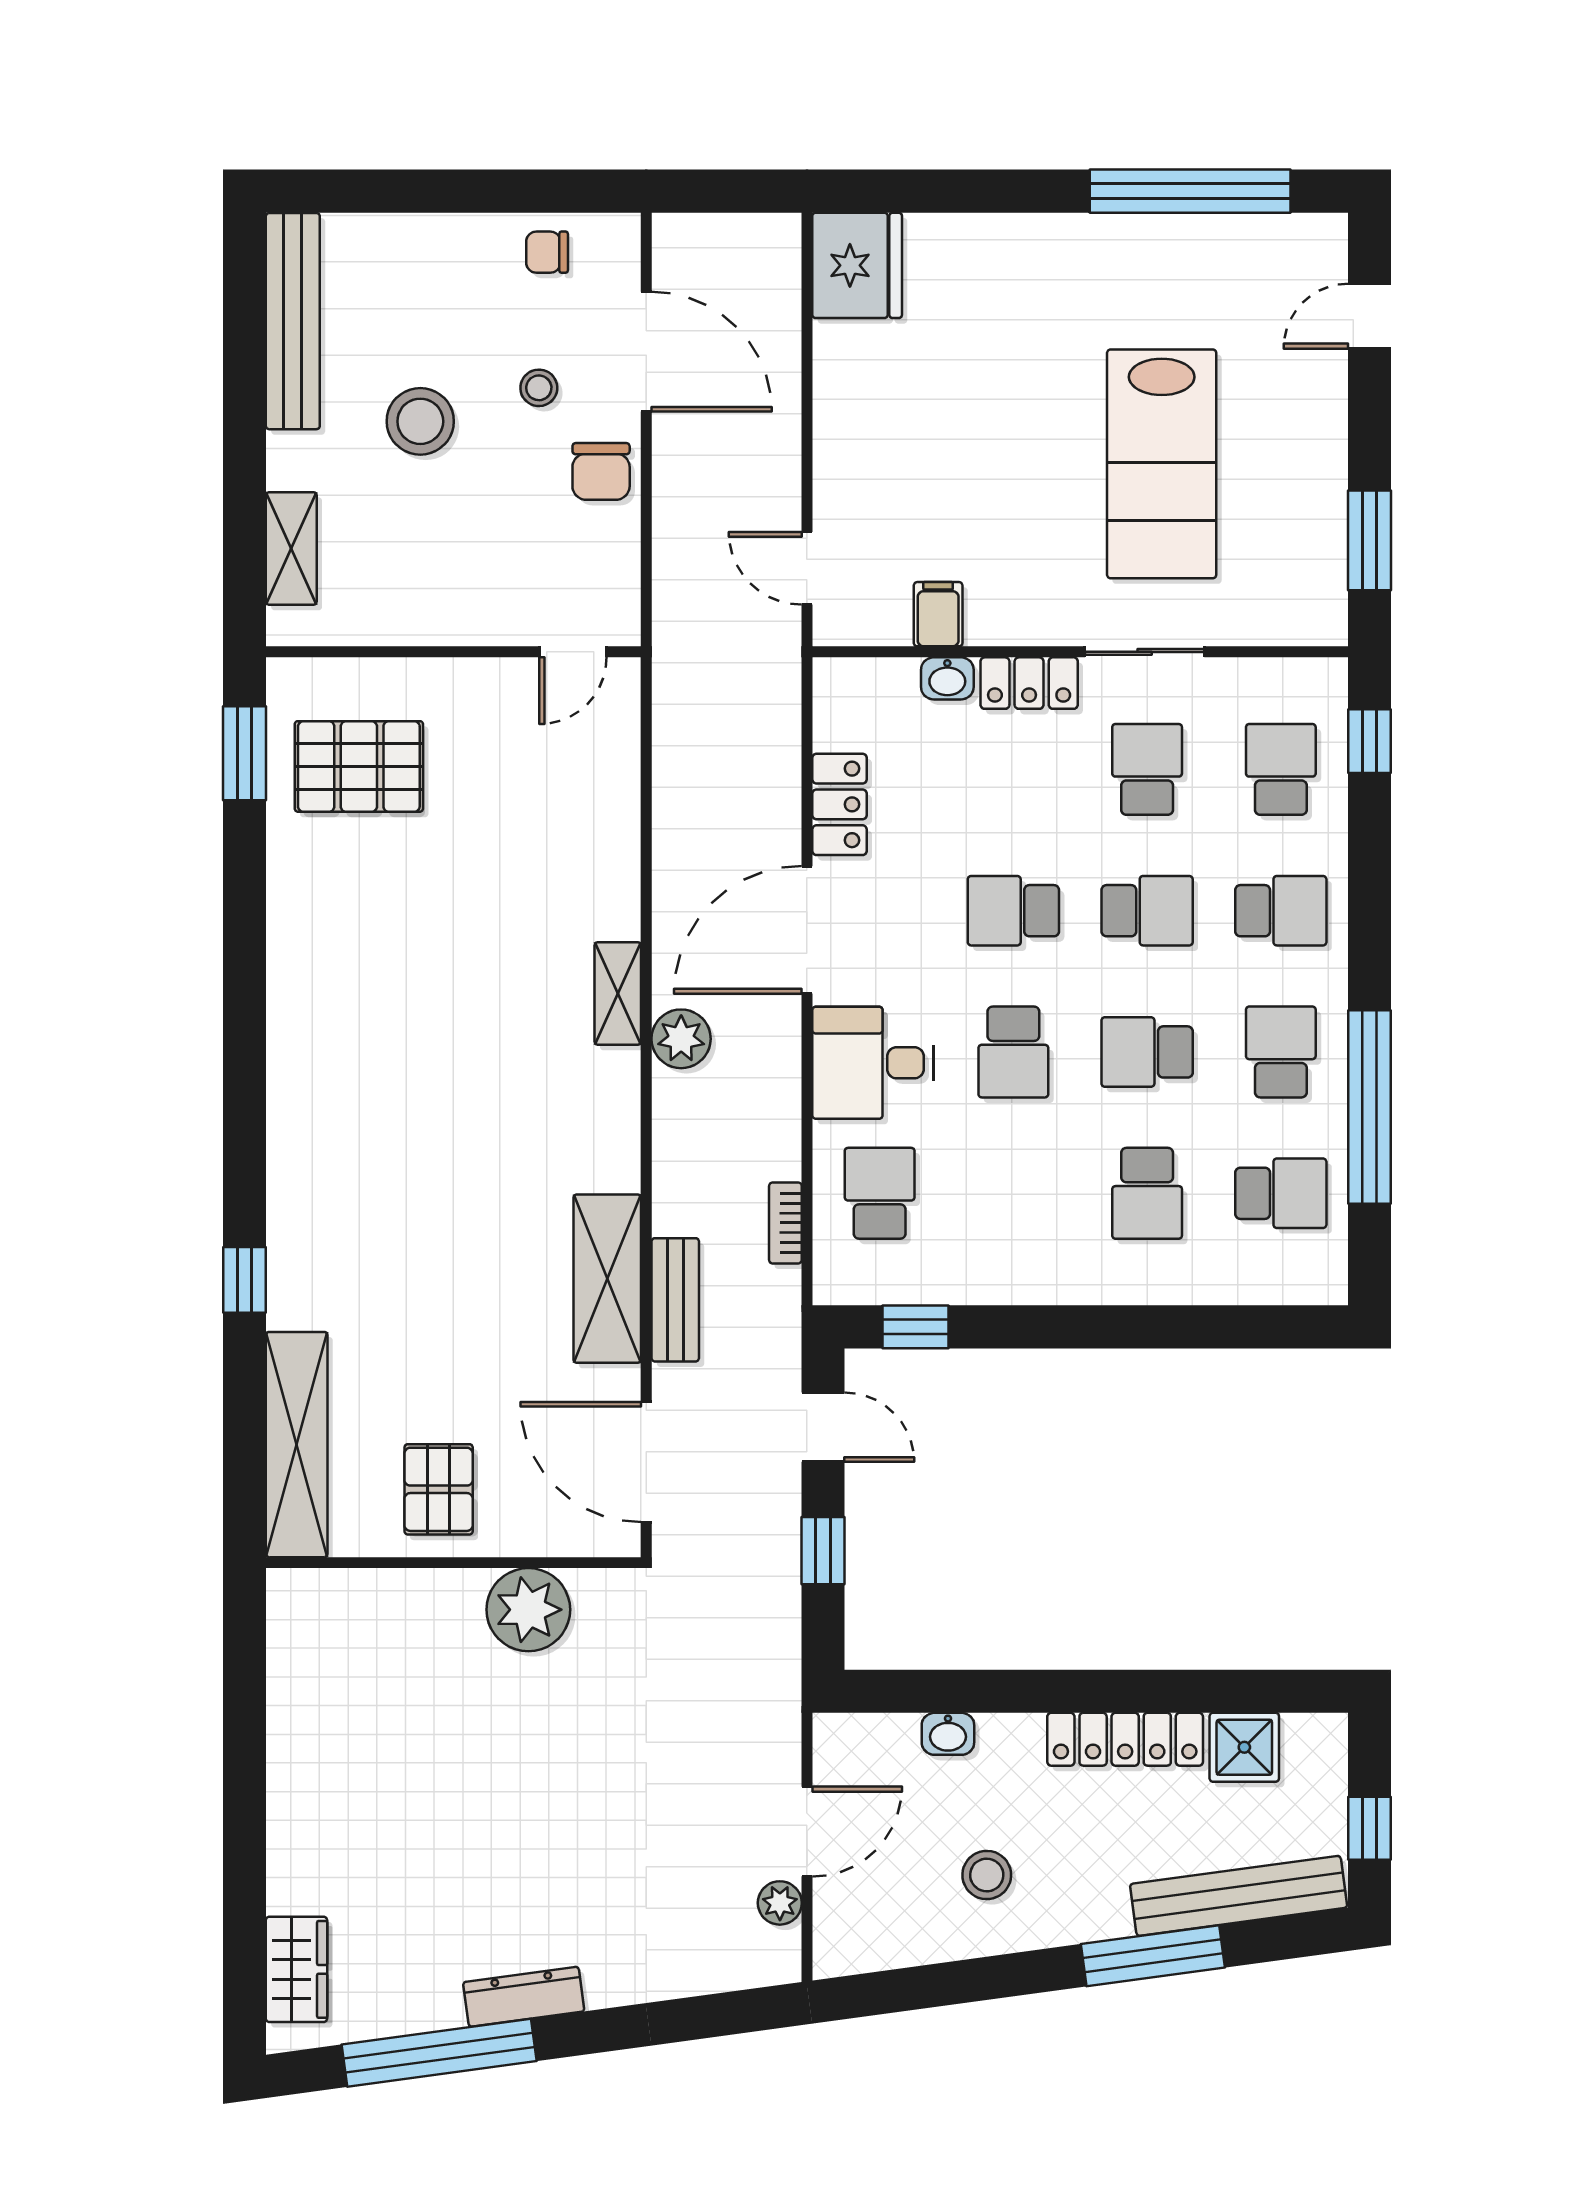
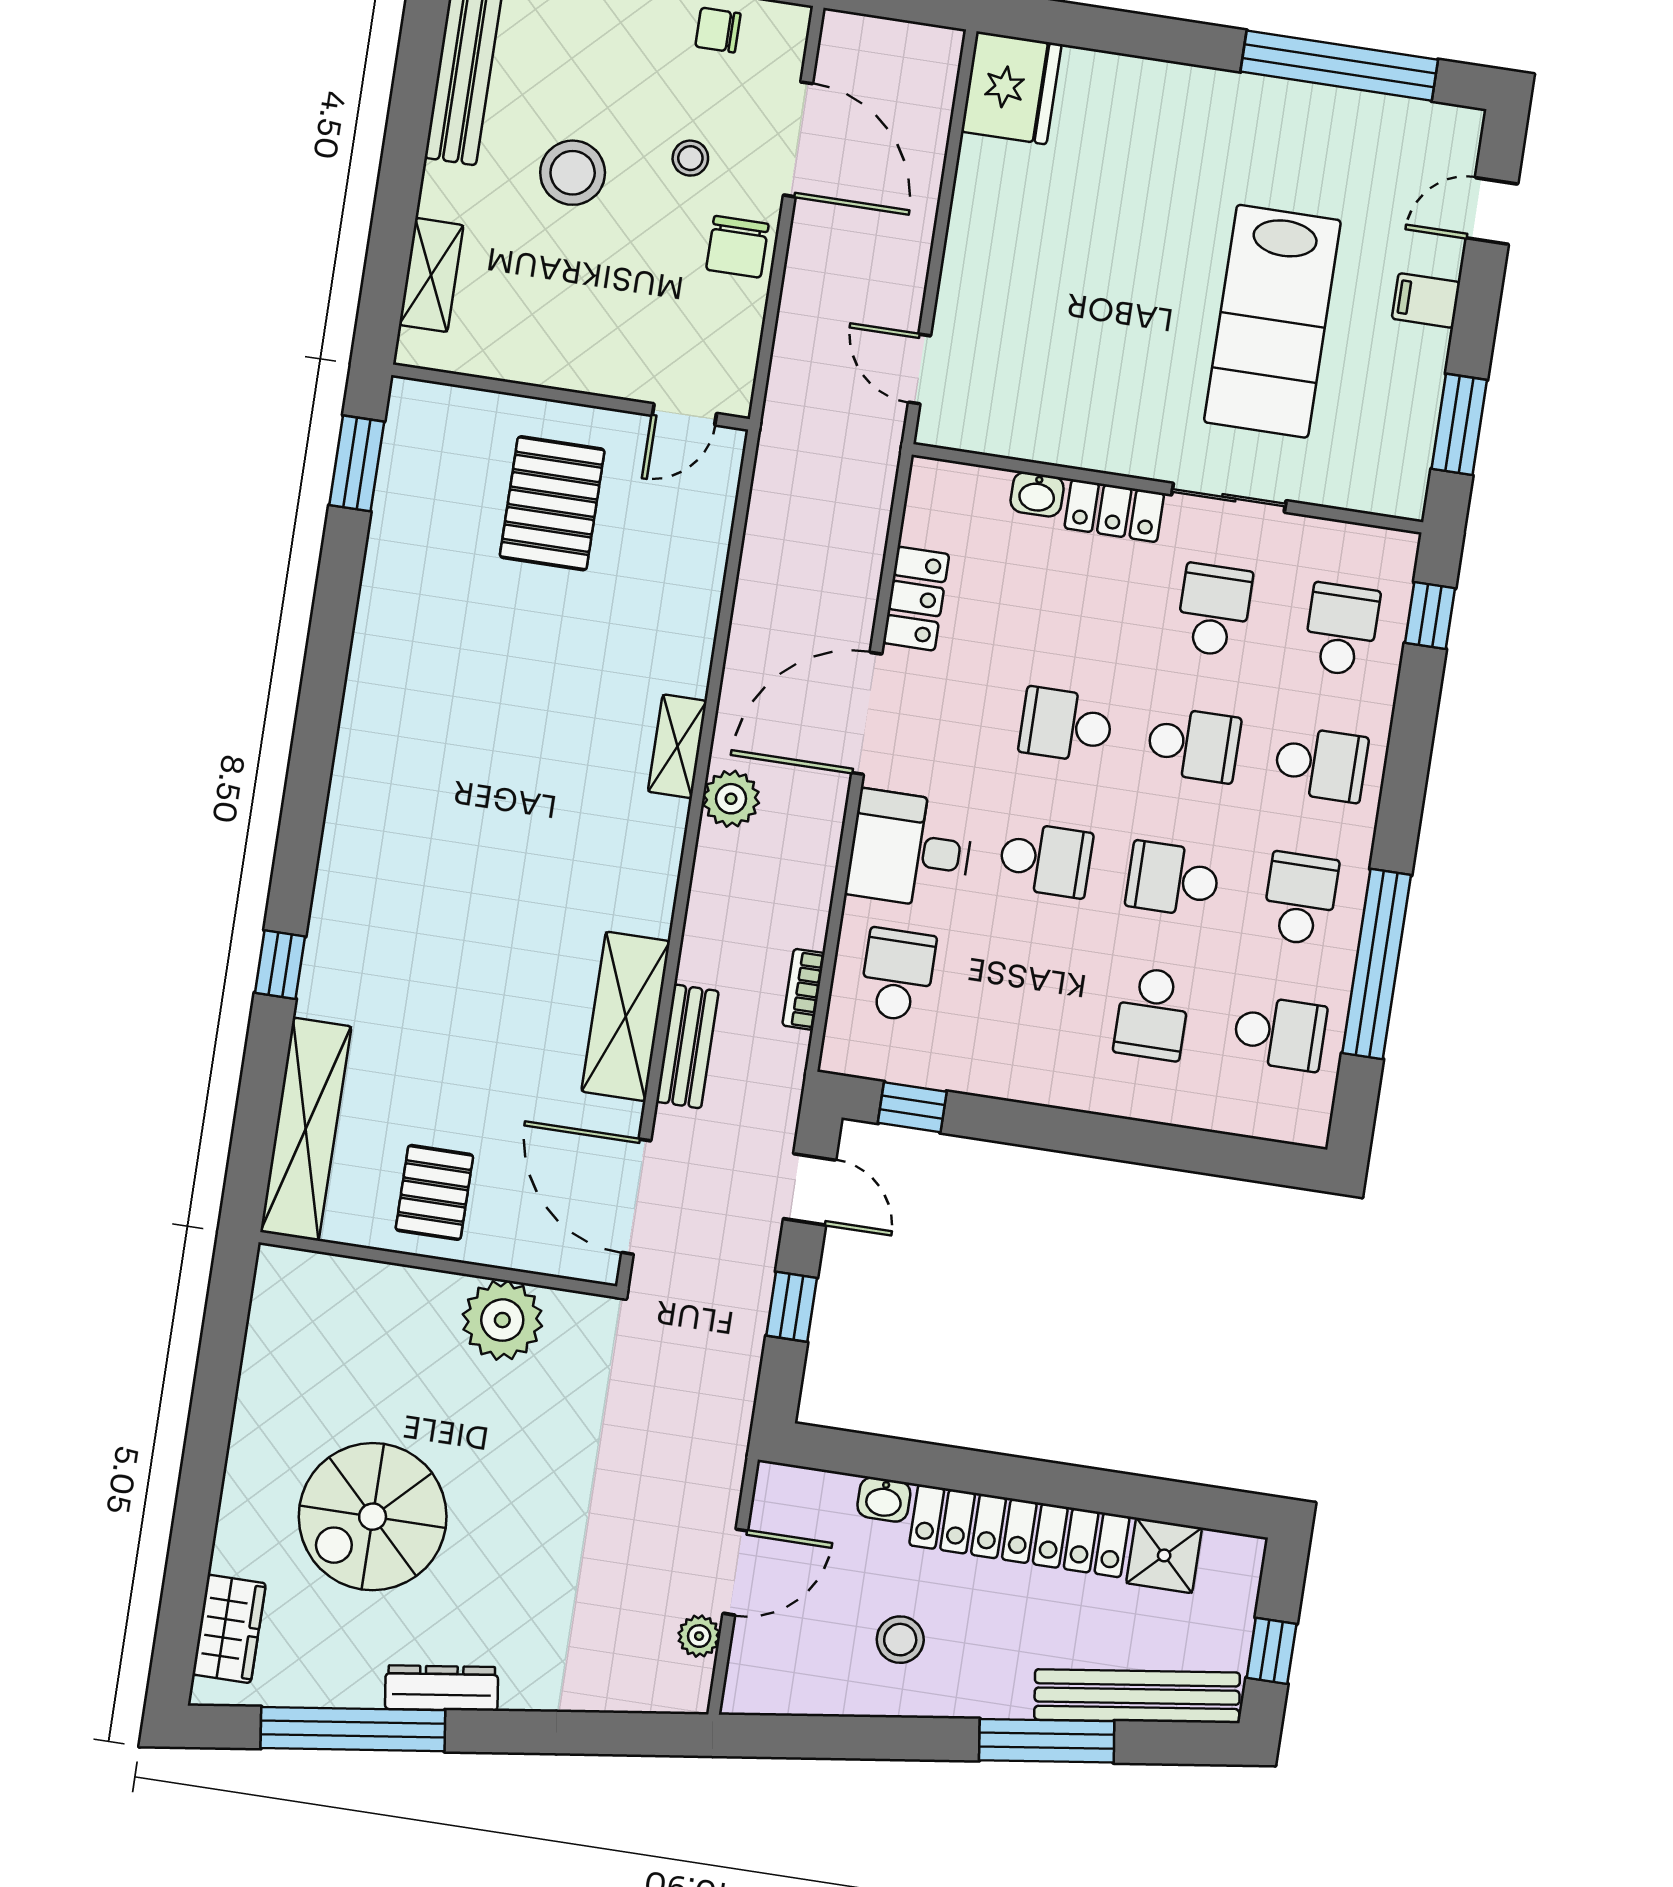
filing cabinet: (938, 614) -> (1426, 300), moved, turned -90
pallet: (359, 766) -> (552, 503), moved, turned 90
school desk: (1013, 1052) -> (1045, 860), turned -90
locker: (1125, 1739) -> (1019, 1531), width x1.41, depth x1.21
spiral stairs: (426, 1832) -> (373, 1517), added

